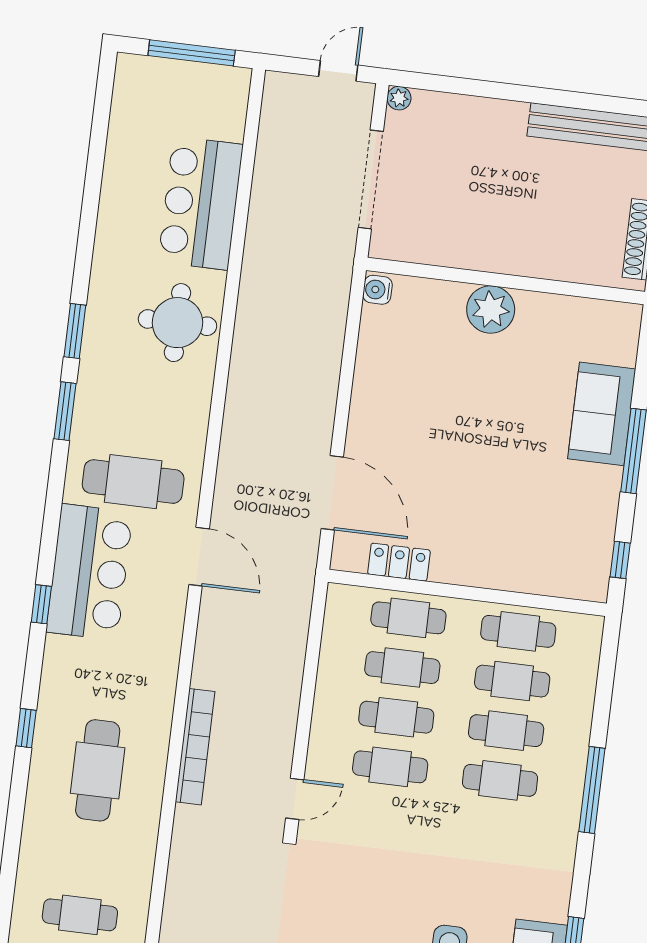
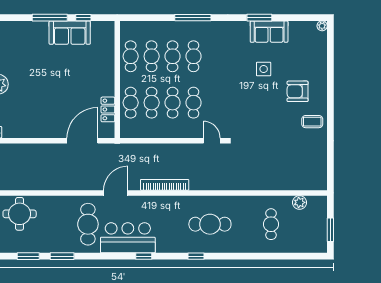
sofa: (602, 414) -> (70, 33), moved
window: (620, 560) -> (83, 18), moved
bookcase: (195, 747) -> (165, 185), moved

